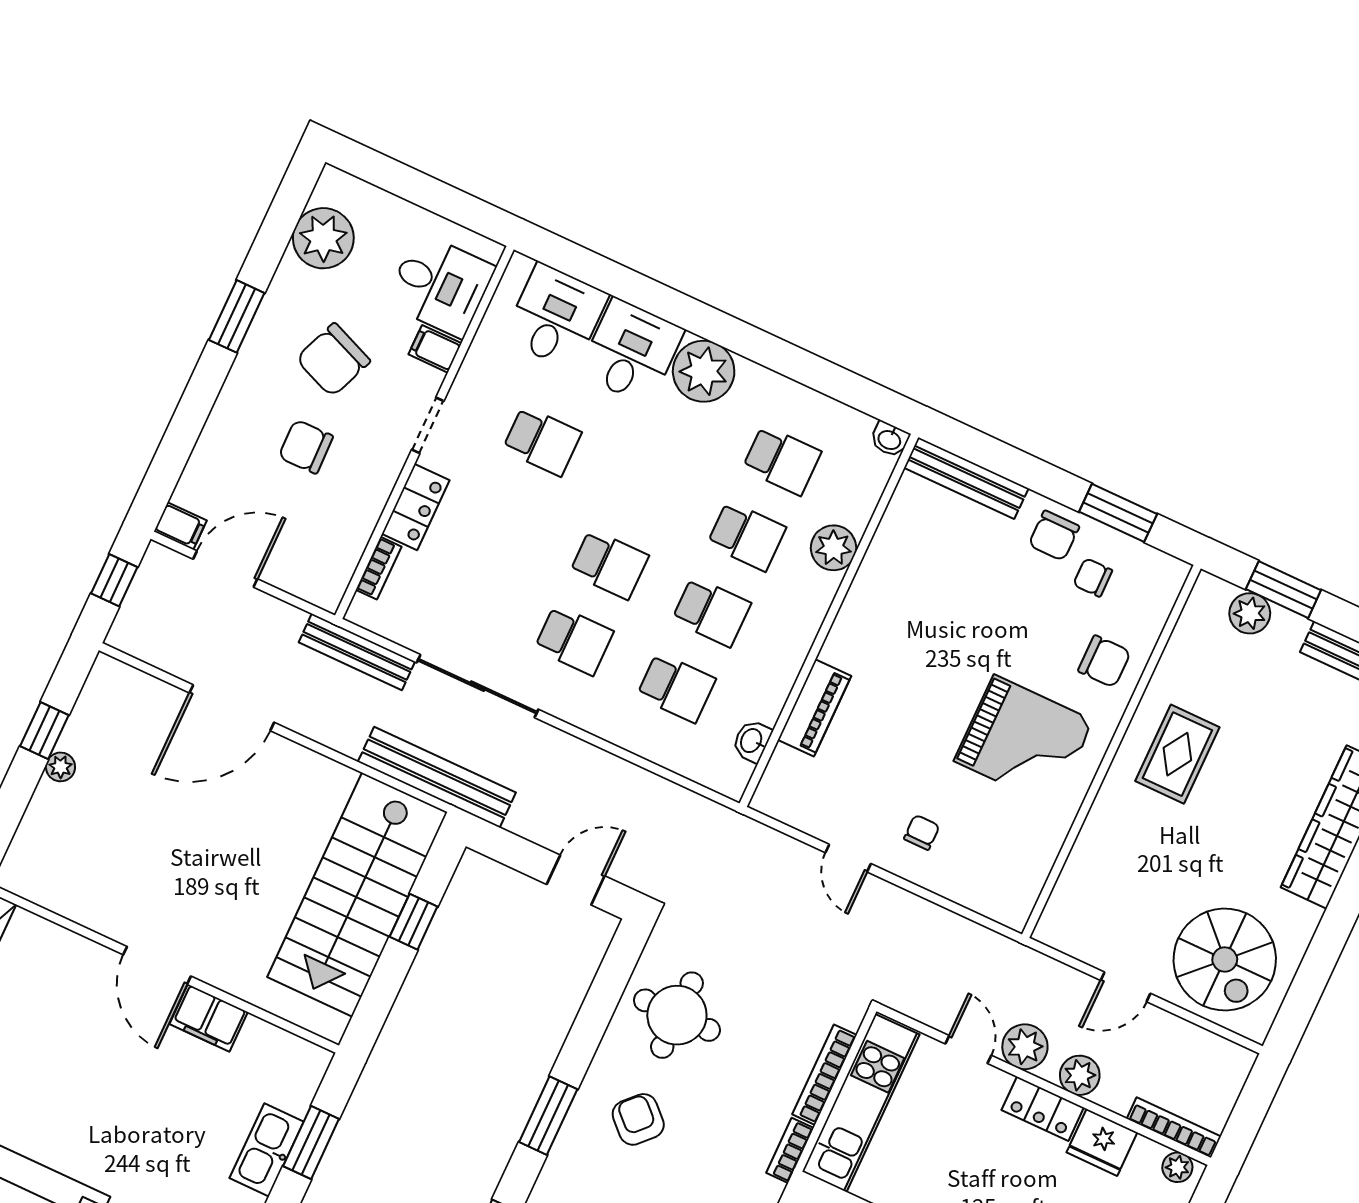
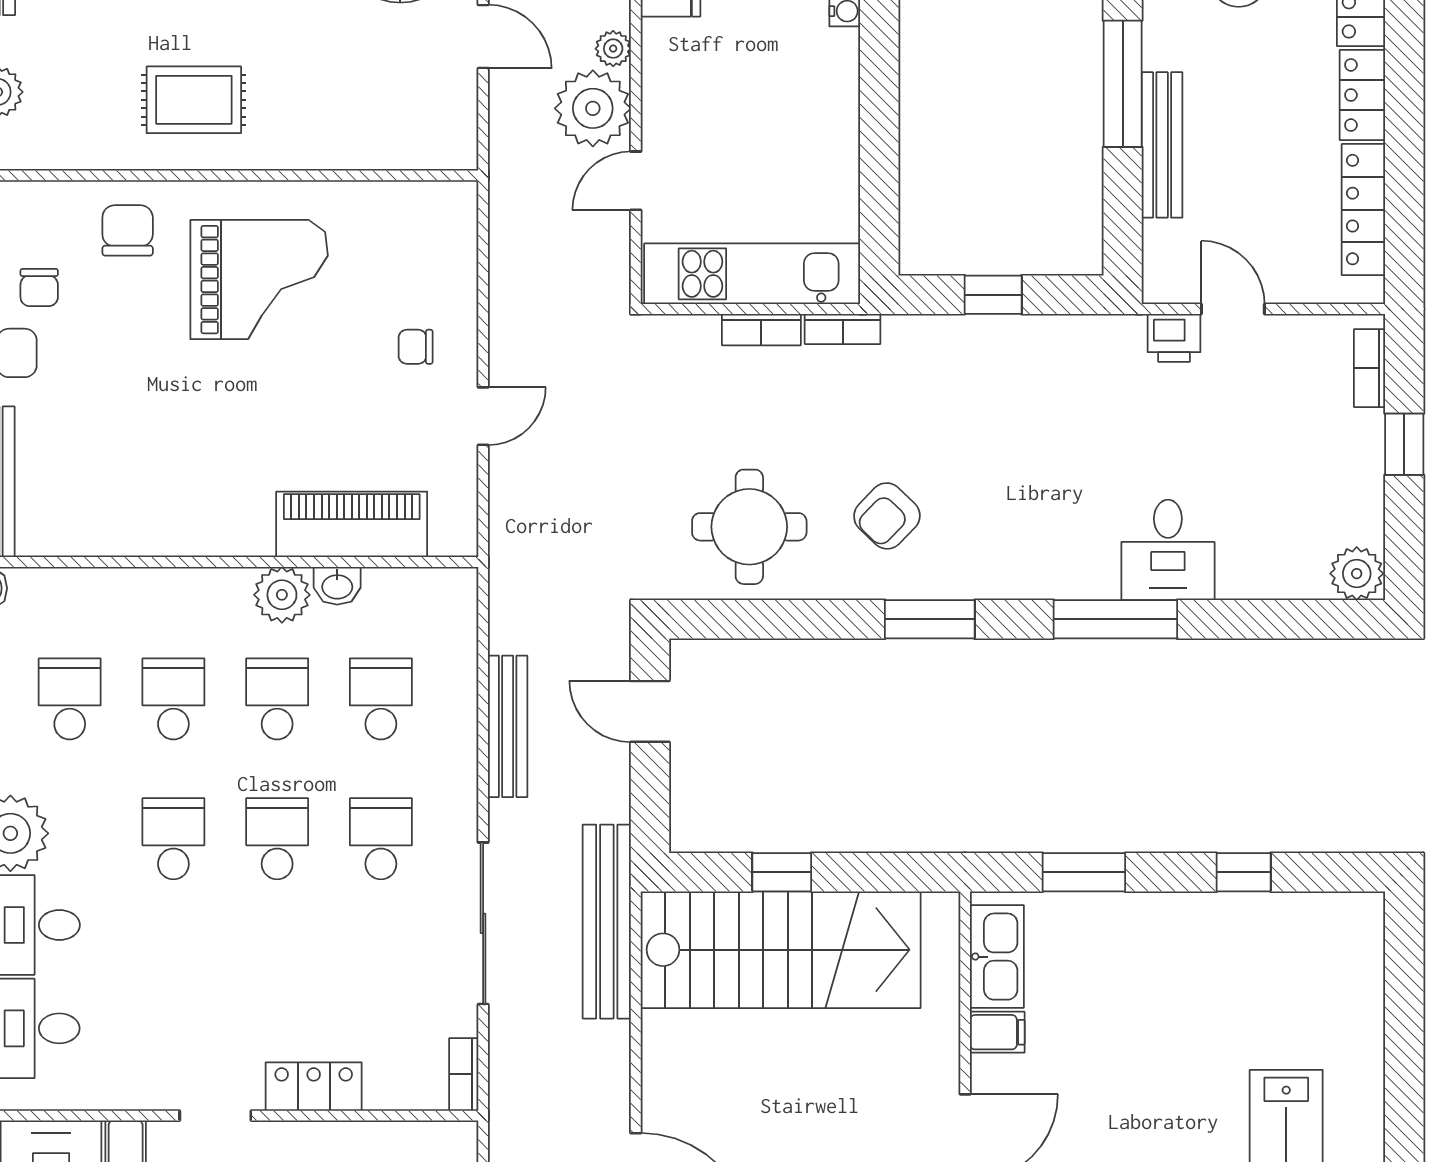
school desk: (542, 441) -> (173, 839), moved
plant: (834, 548) -> (282, 595), moved
bookcase: (379, 568) -> (464, 1074), moved, turned -90
bench: (357, 652) -> (508, 726), moved
piano: (815, 708) -> (352, 524), width x1.37, depth x1.33
washbasin: (752, 741) -> (337, 586), moved
grand piano: (1024, 741) -> (259, 280), turned 90
filing cabinet: (209, 1018) -> (997, 1032), width x0.50
plant: (1025, 1047) -> (593, 108), width x1.36, depth x1.36
bookcase: (824, 1075) -> (761, 330), width x0.64
plant: (1080, 1075) -> (613, 49), width x0.73, depth x0.73
locker: (1043, 1109) -> (664, 66), removed
kitchen sink: (267, 1150) -> (997, 957), moved, turned -90

